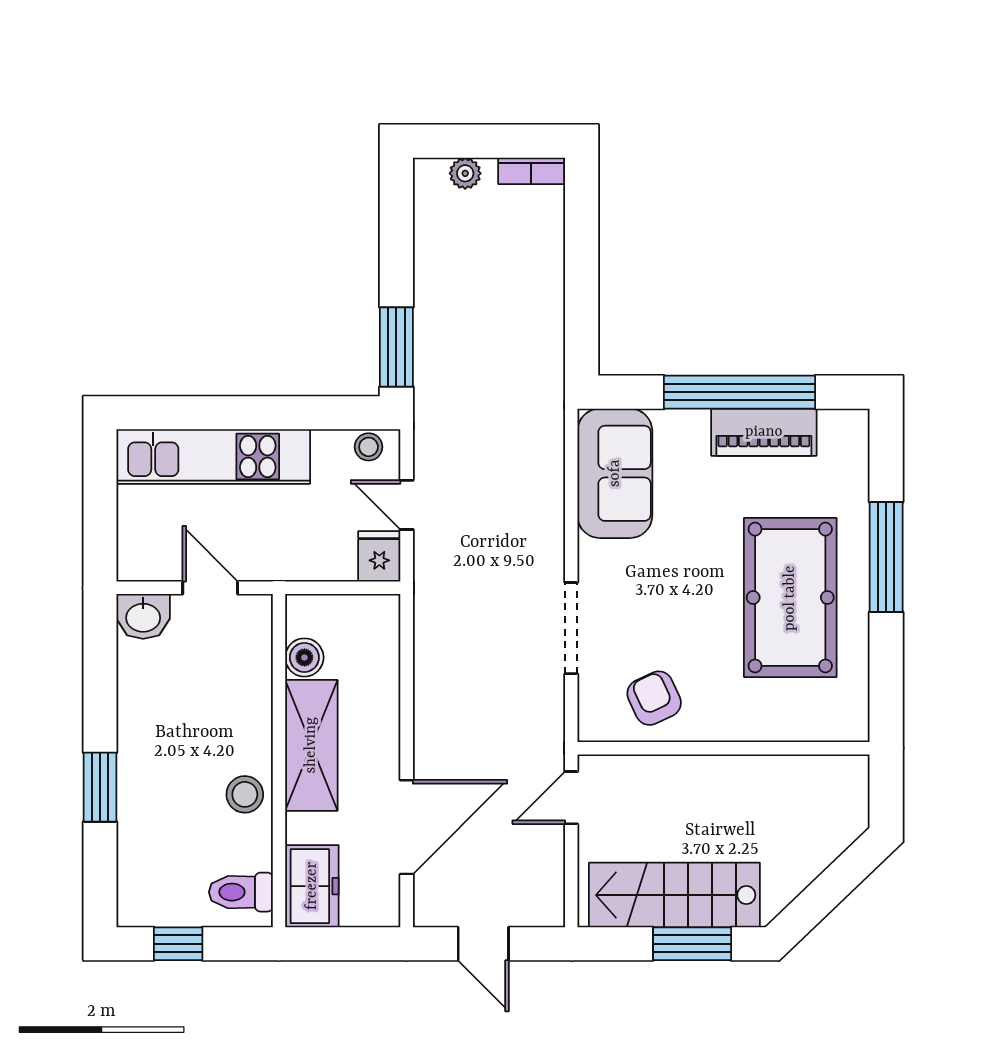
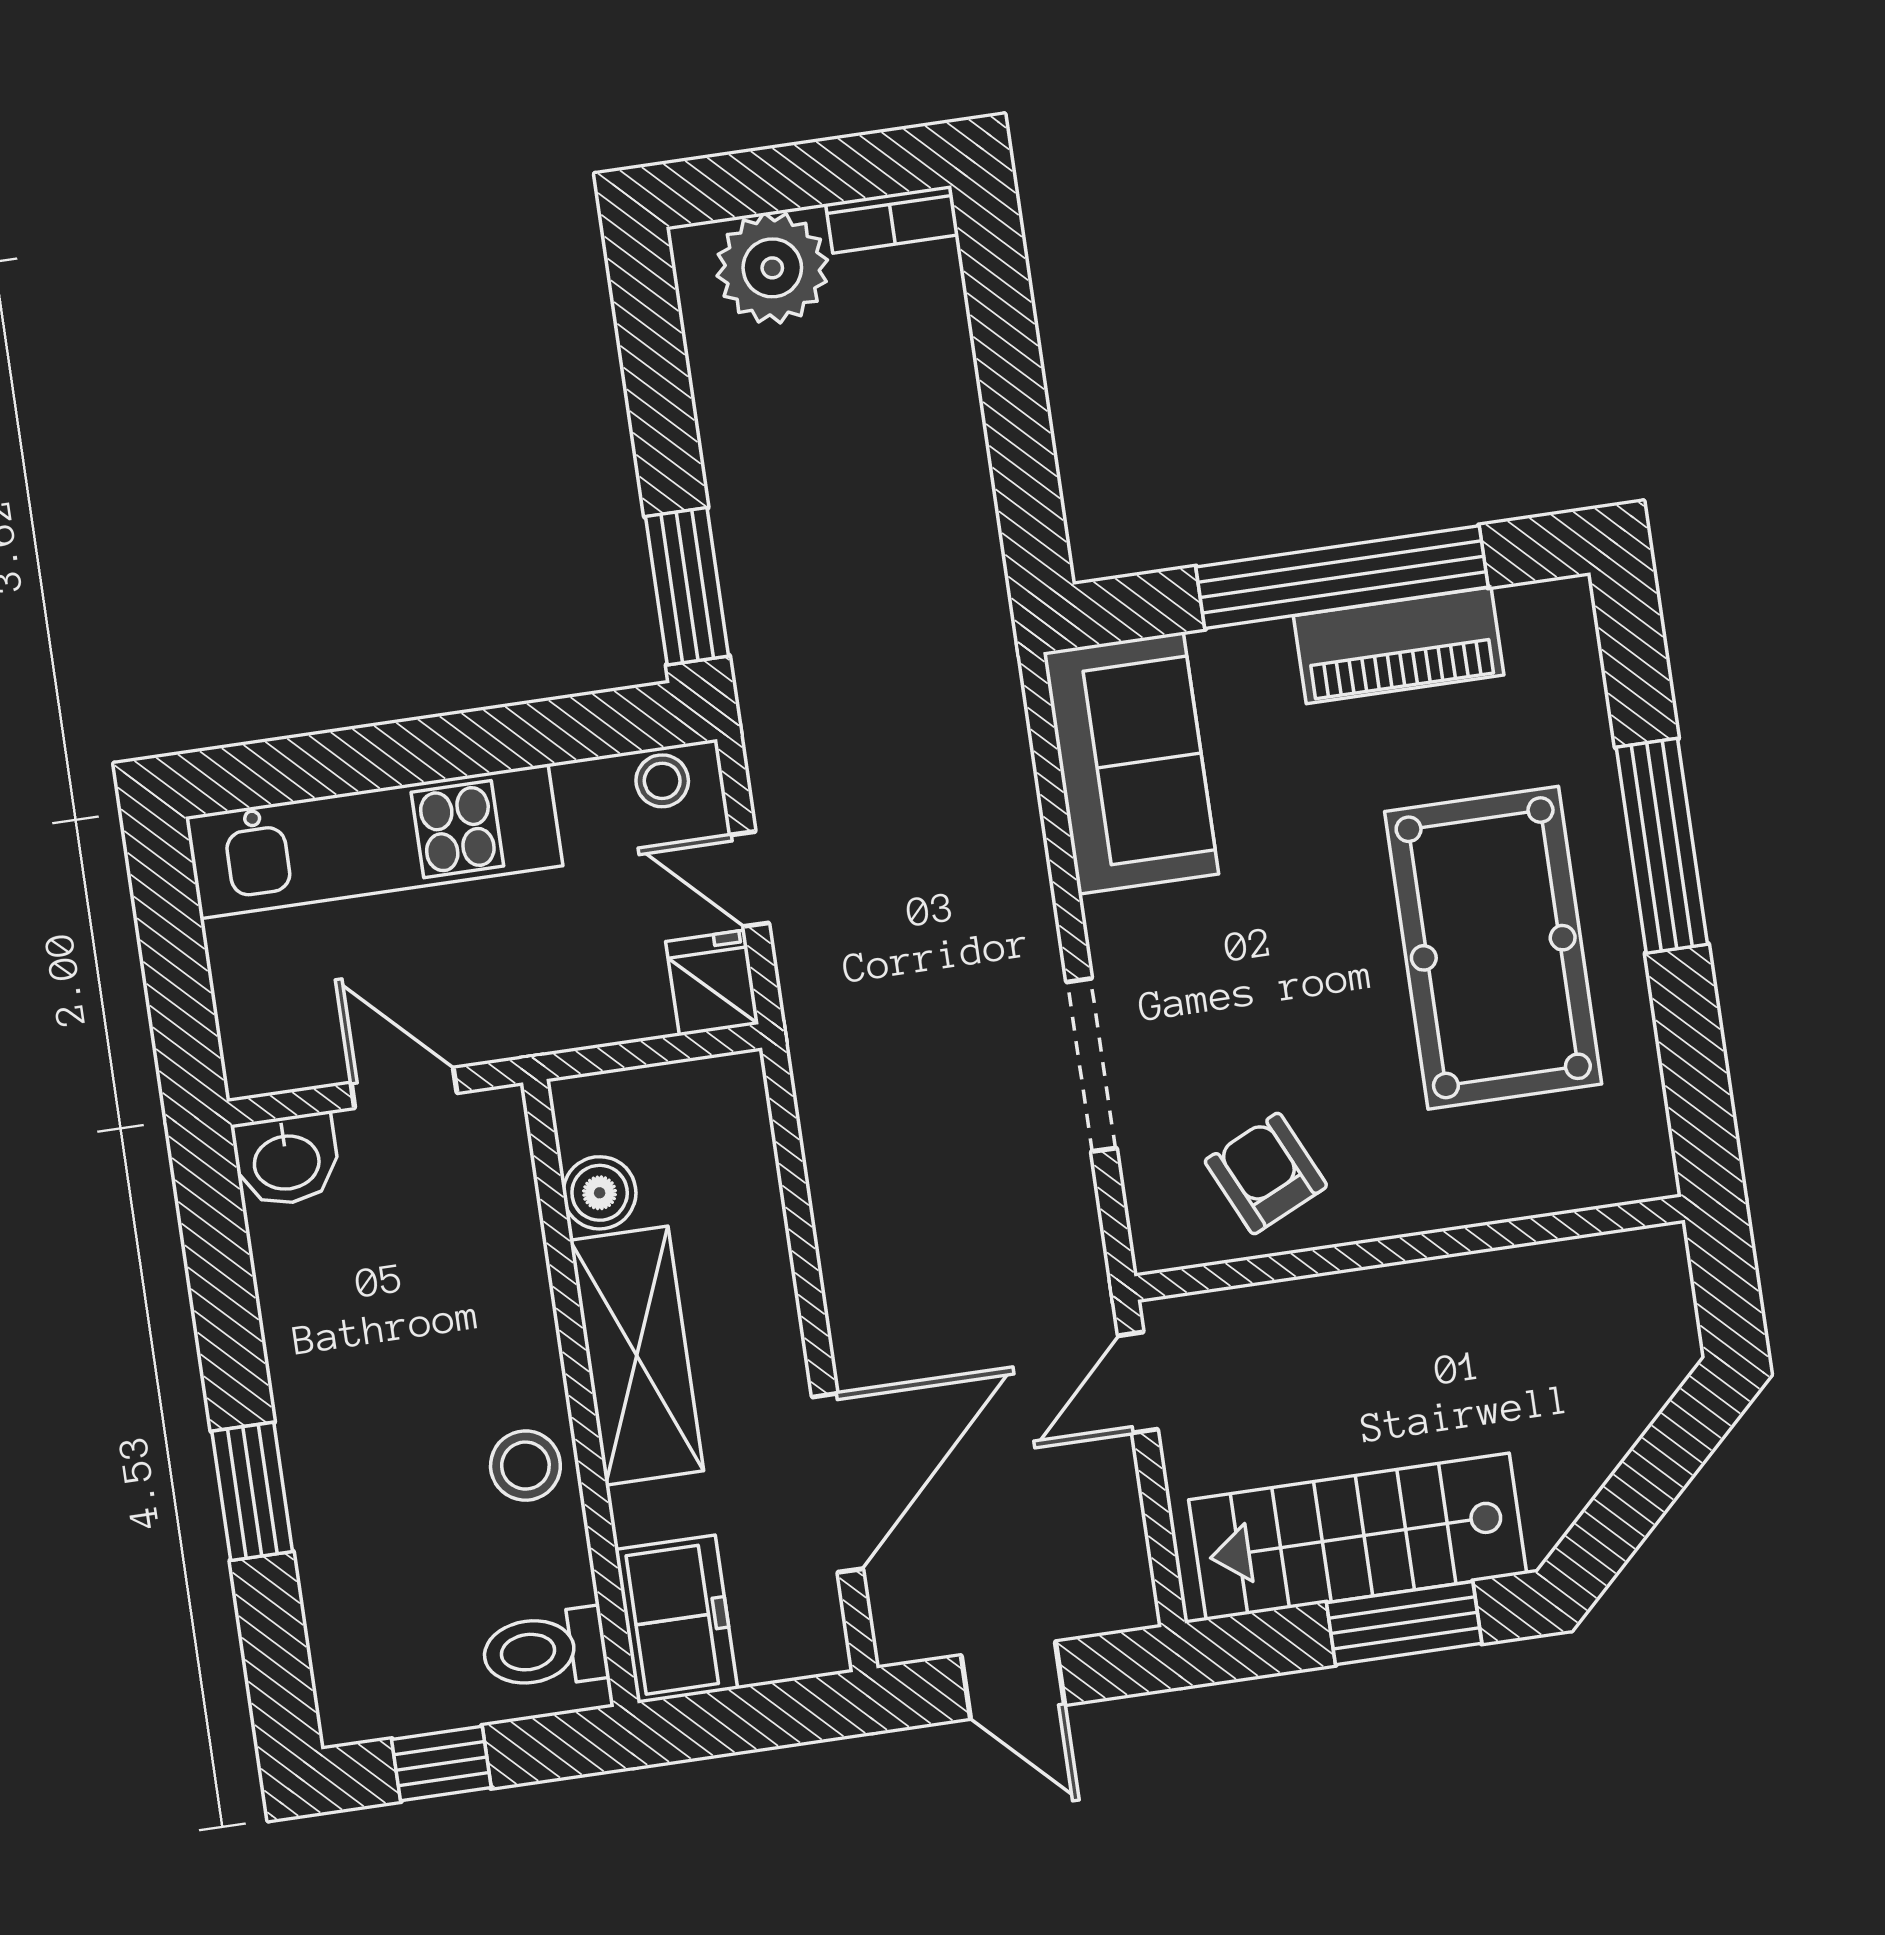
plant: (465, 173) -> (772, 268), width x1.88, depth x1.88

